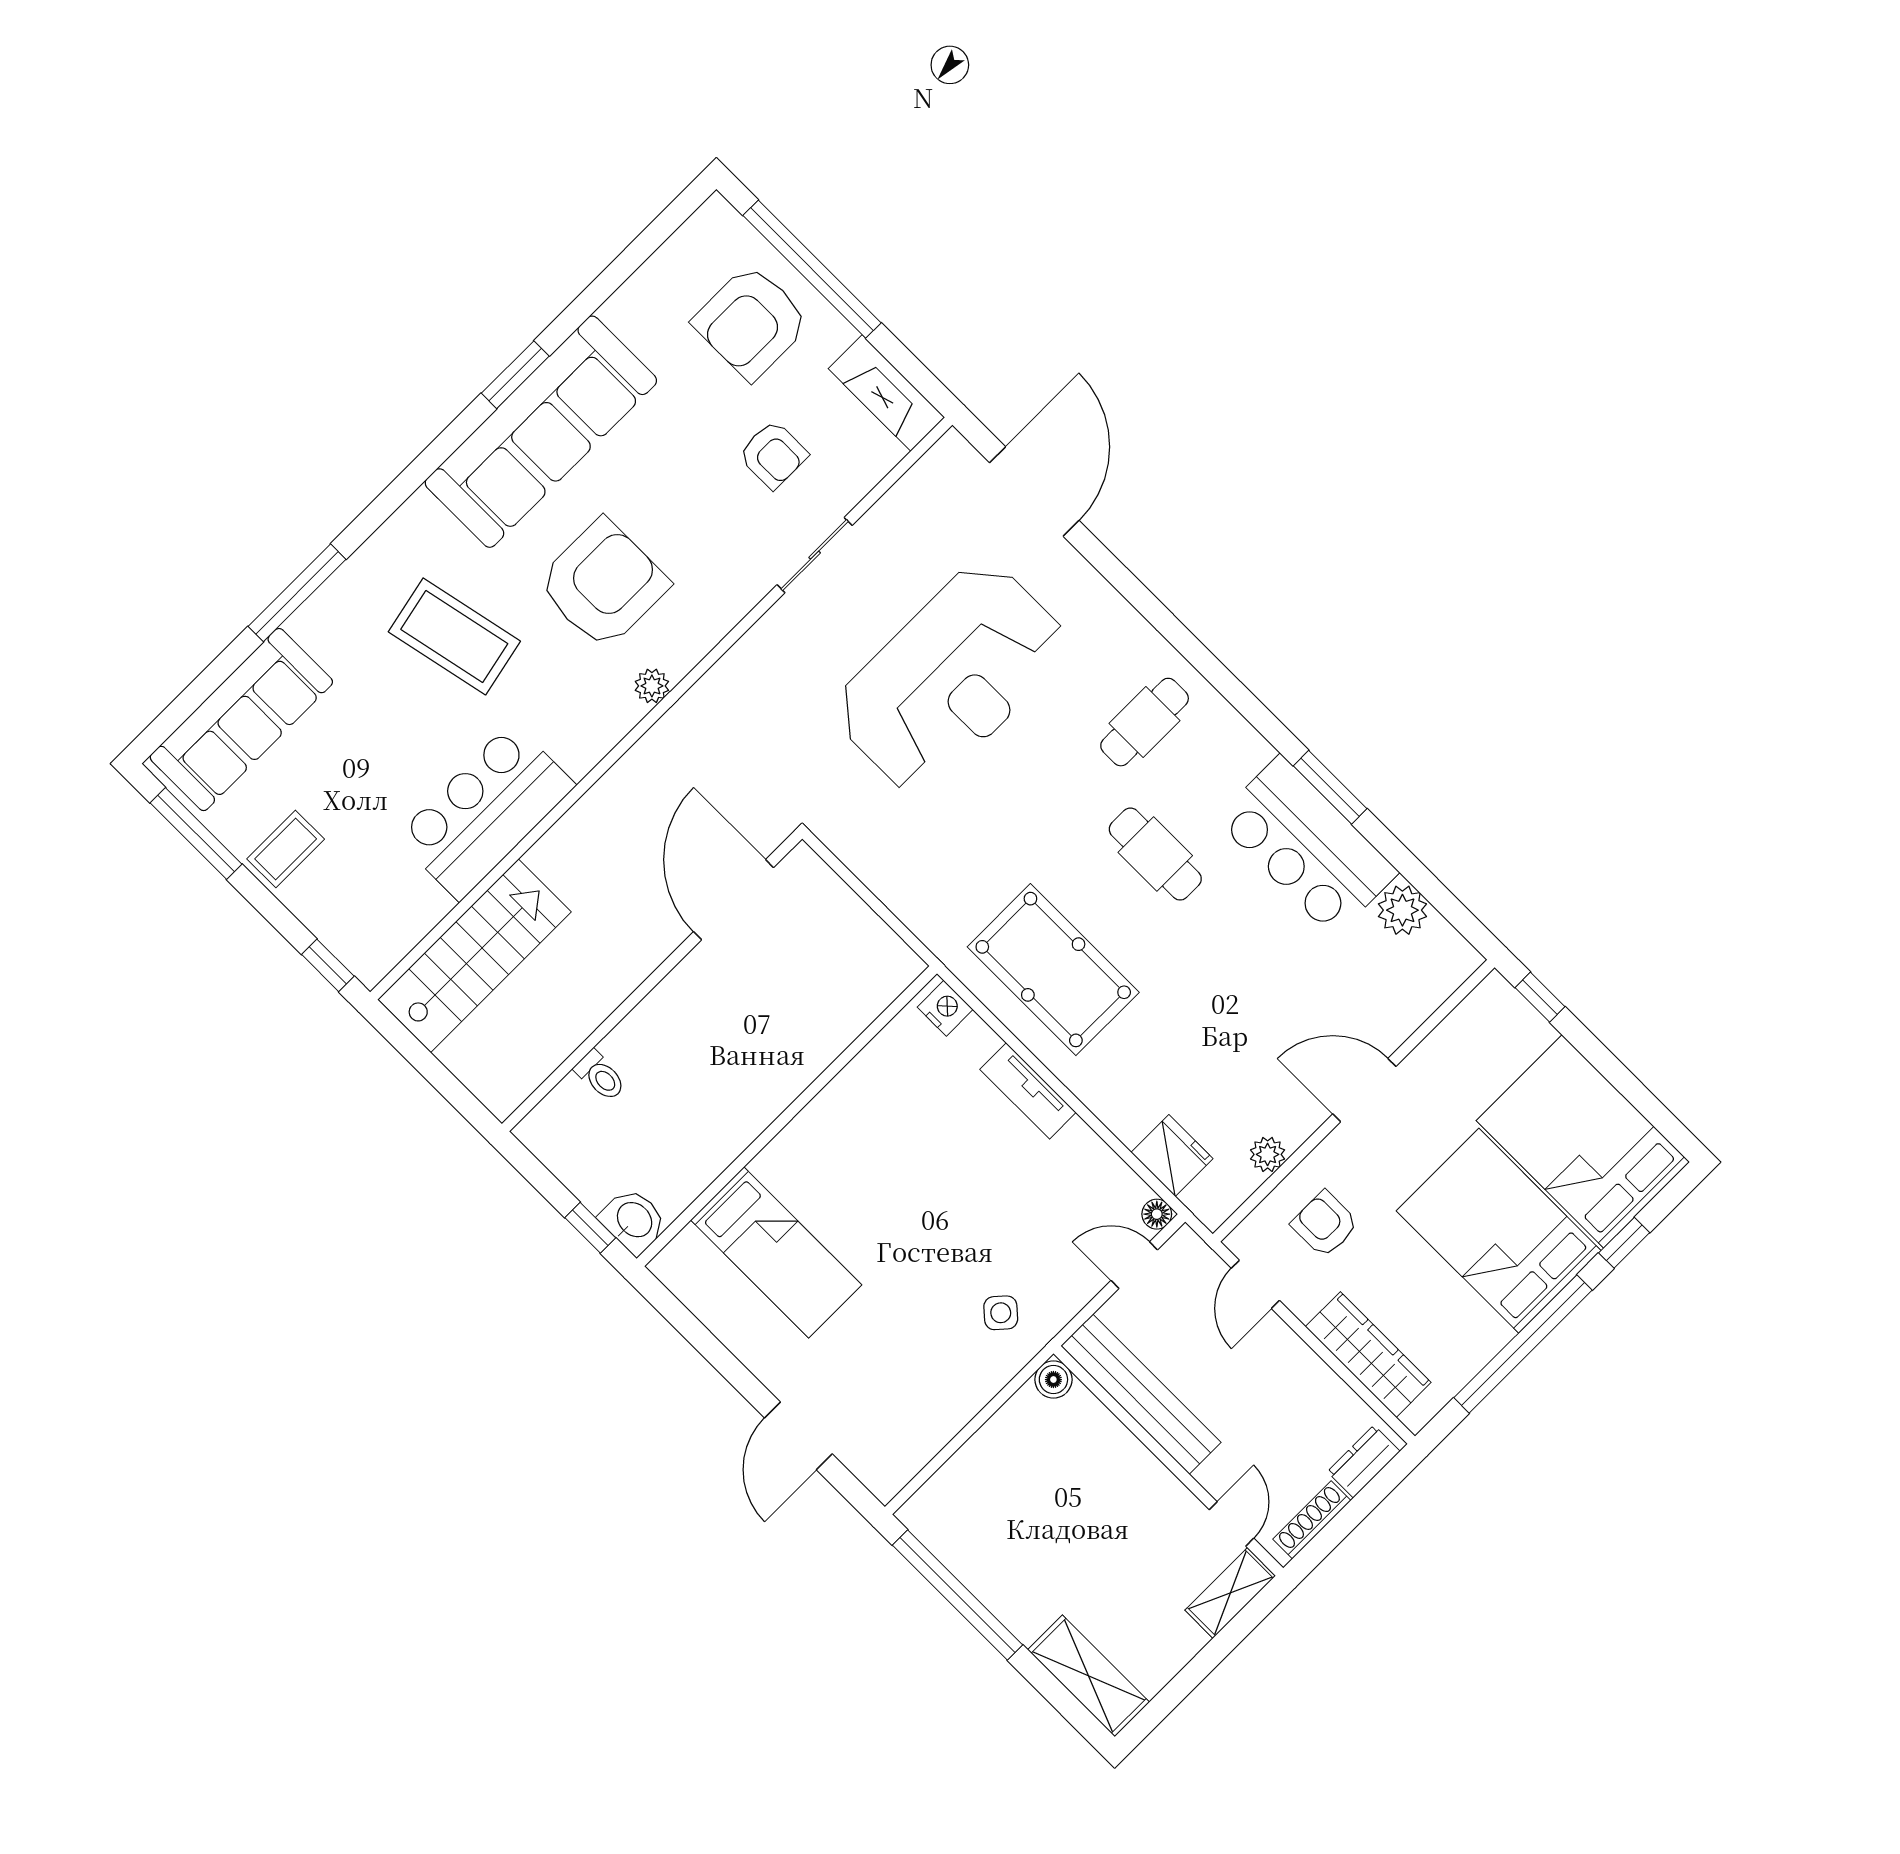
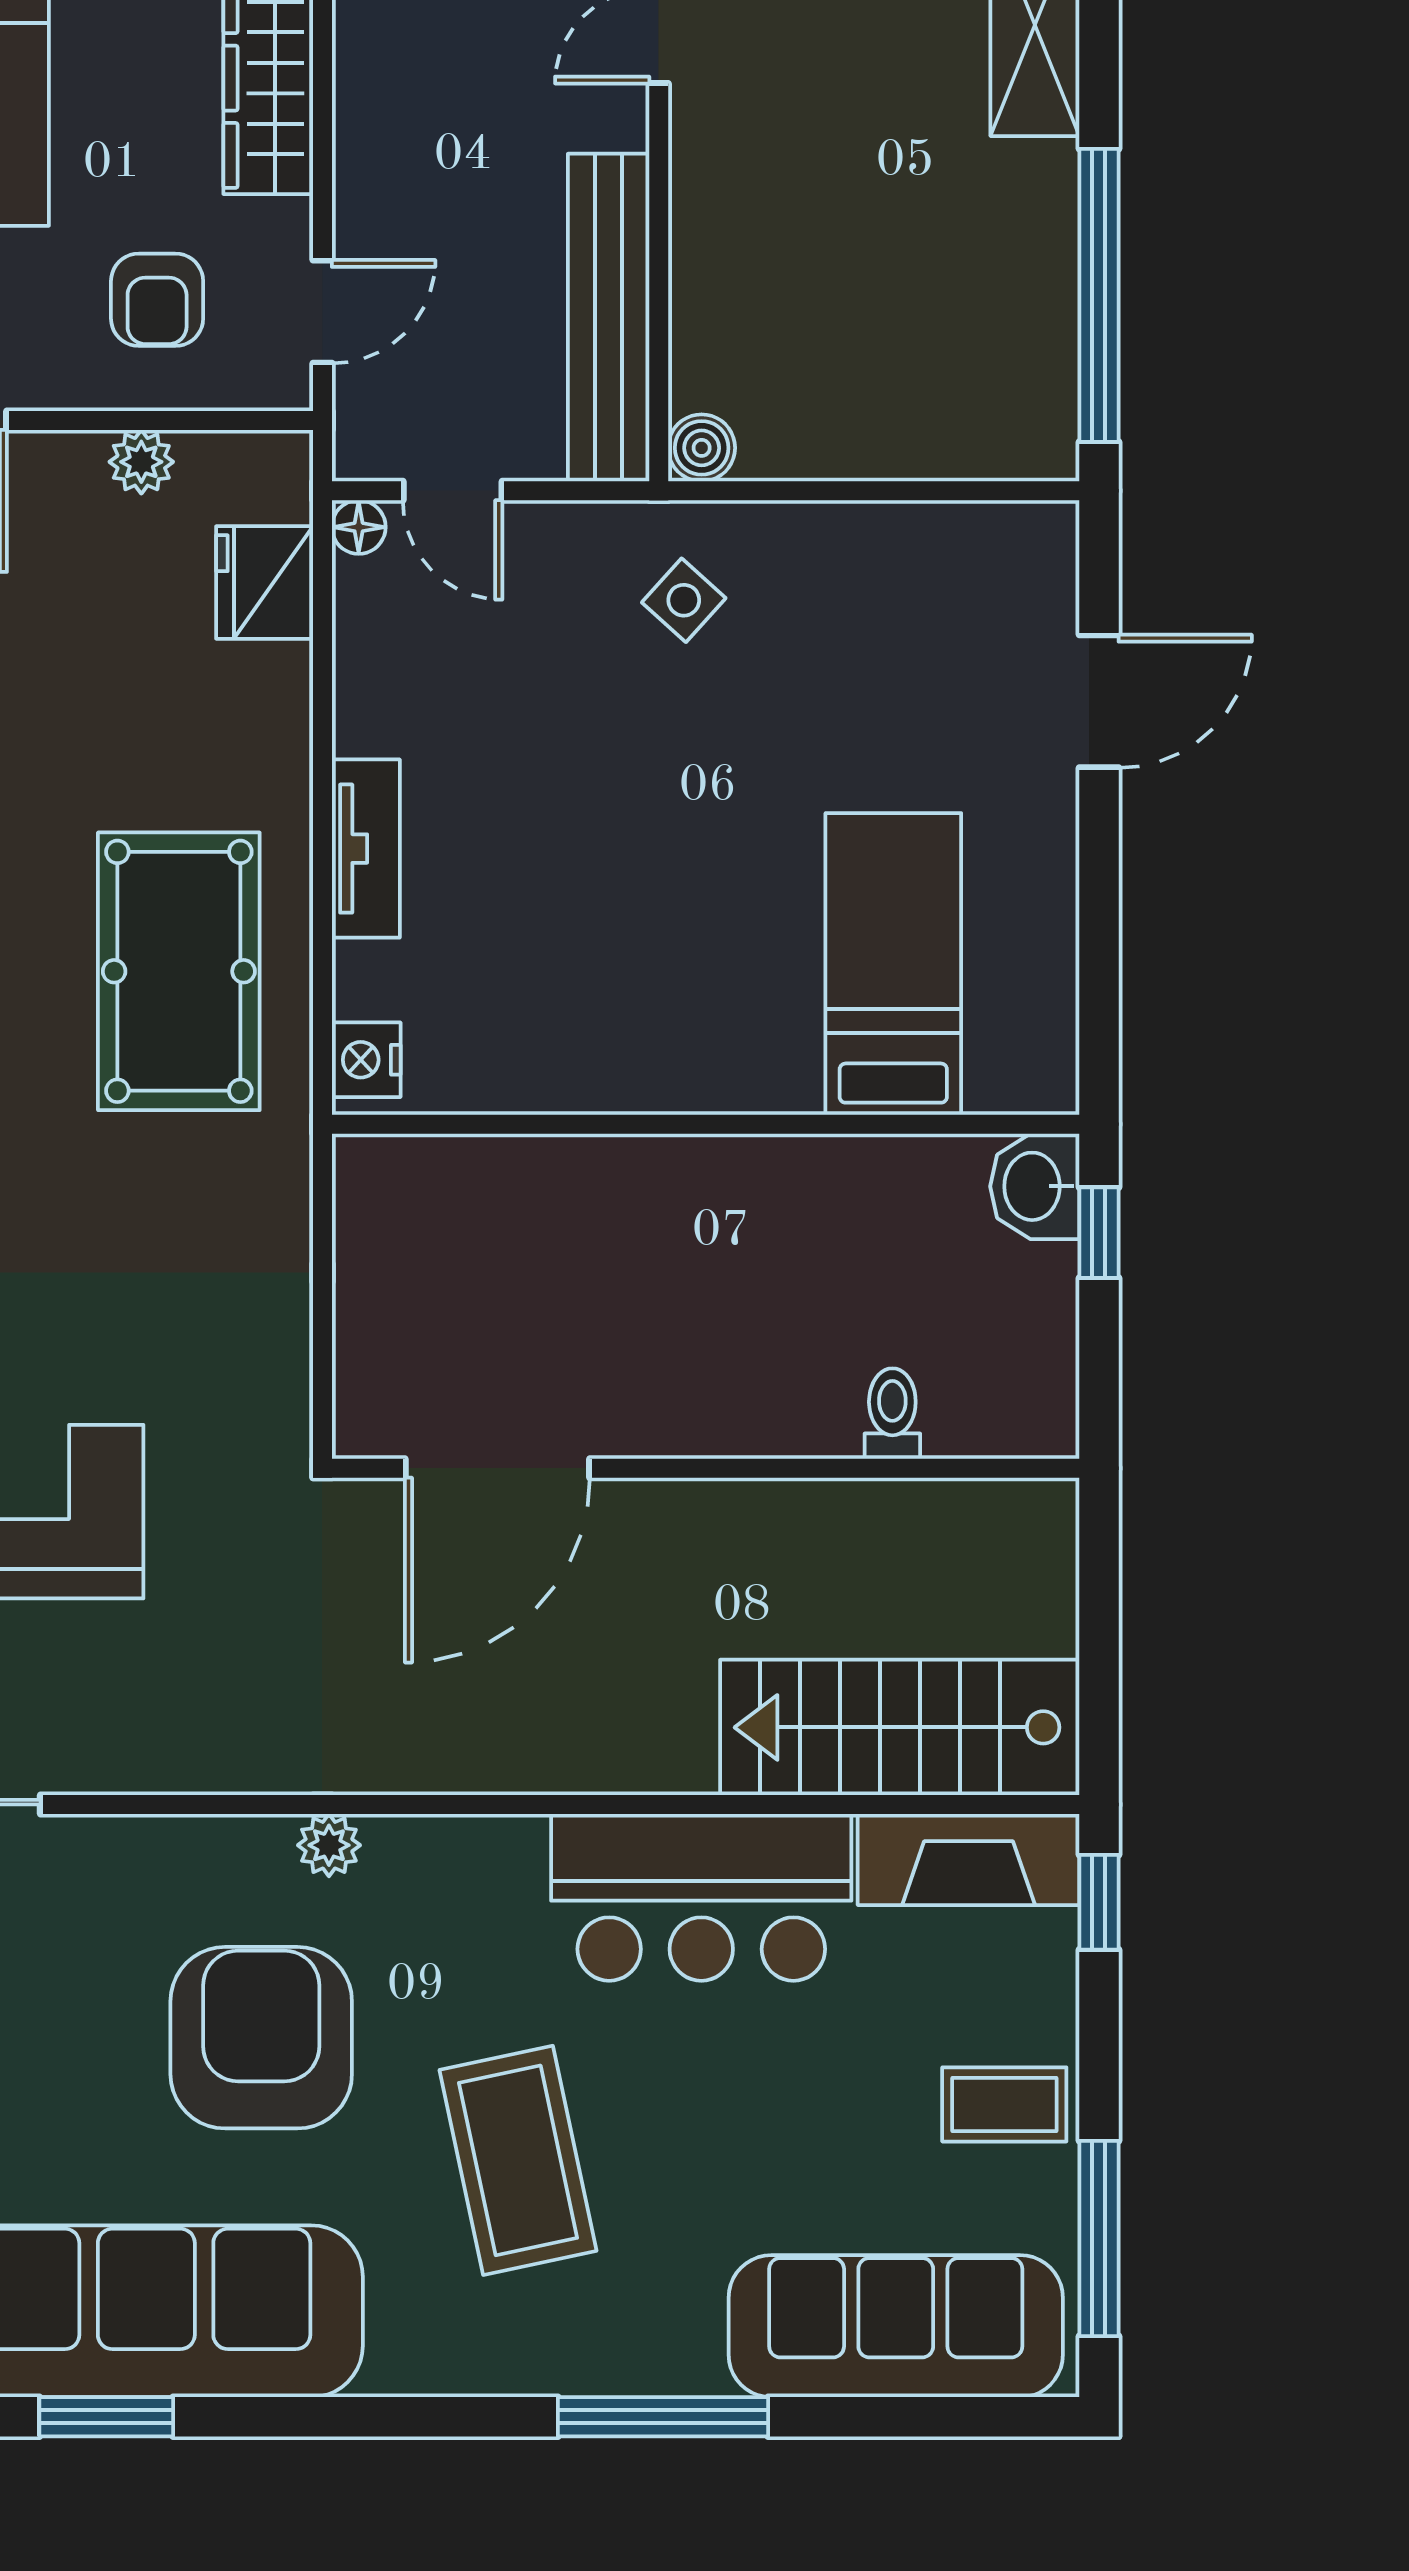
armchair: (603, 584) -> (261, 2038), turned 90
fireplace: (396, 931) -> (969, 1859), added

